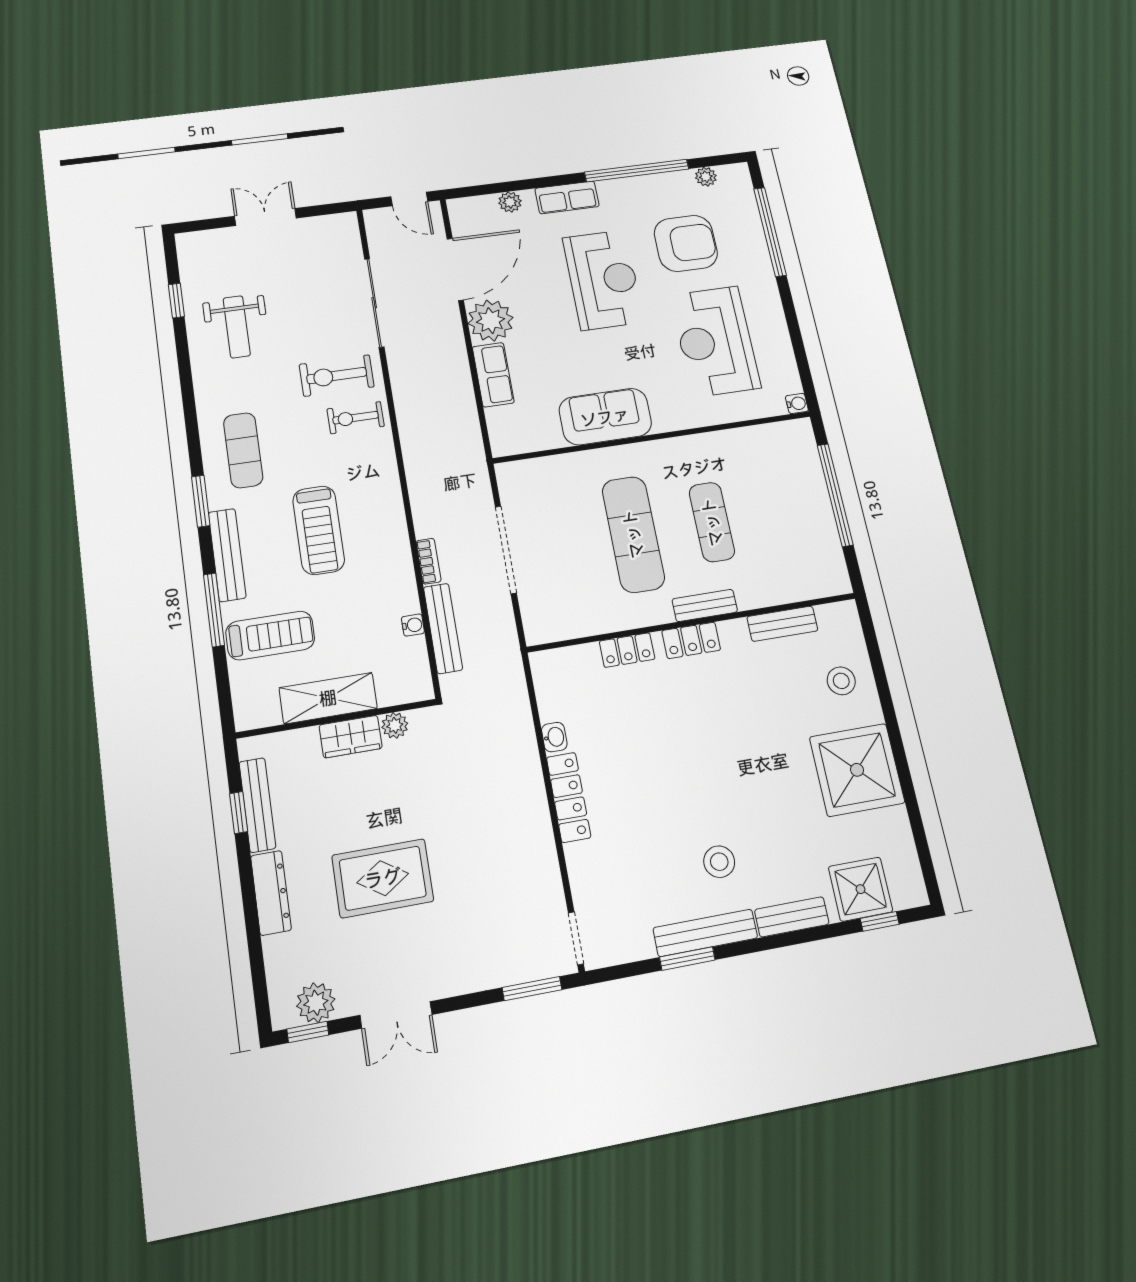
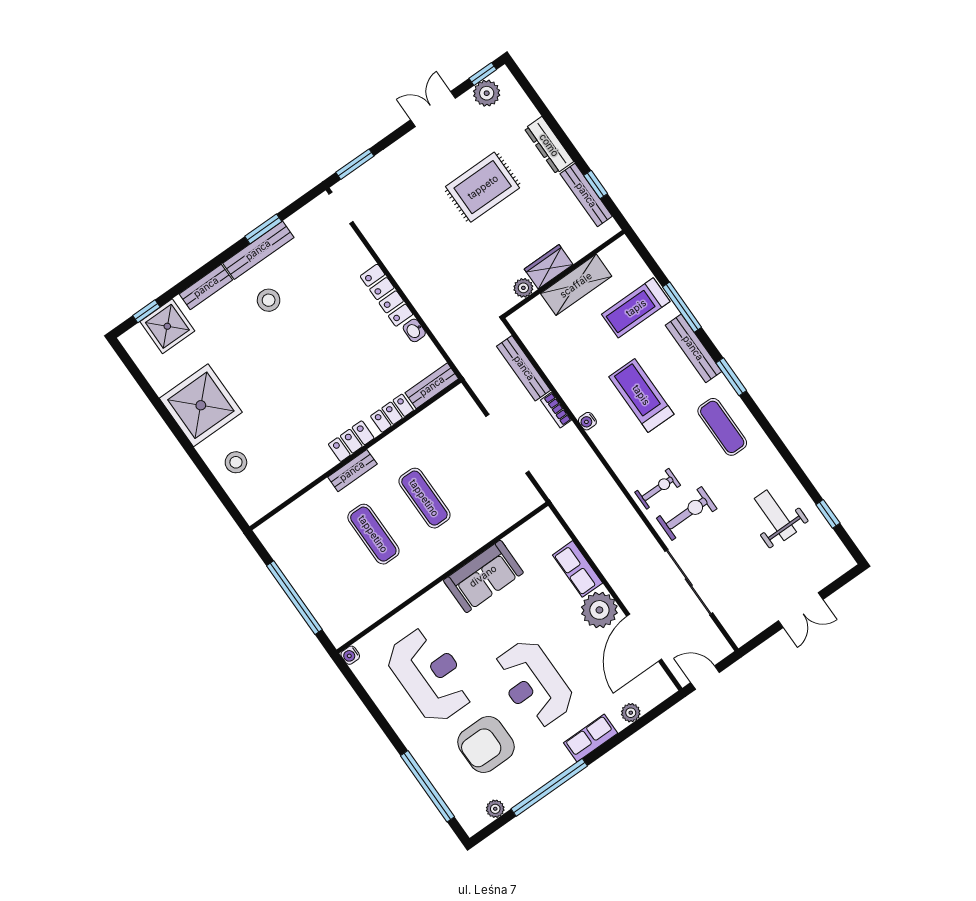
exercise mat: (633, 534) -> (424, 498), width x0.73, depth x0.69
bench: (782, 624) -> (432, 386), moved
water cooler: (413, 625) -> (587, 421), moved

